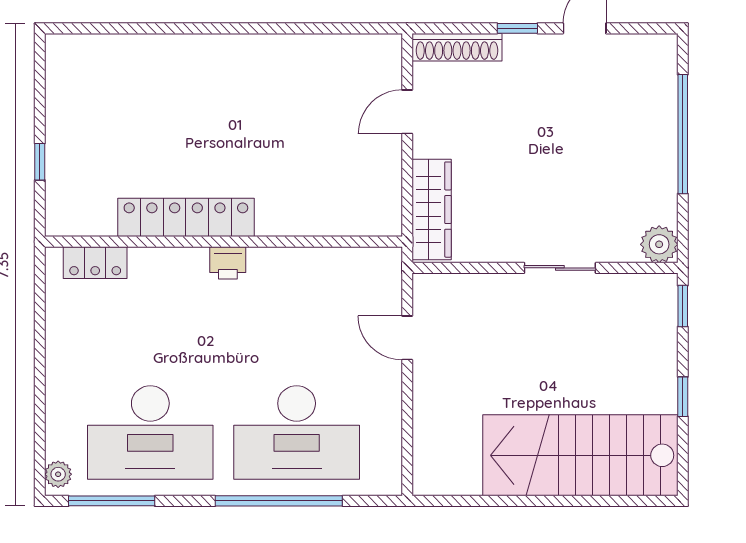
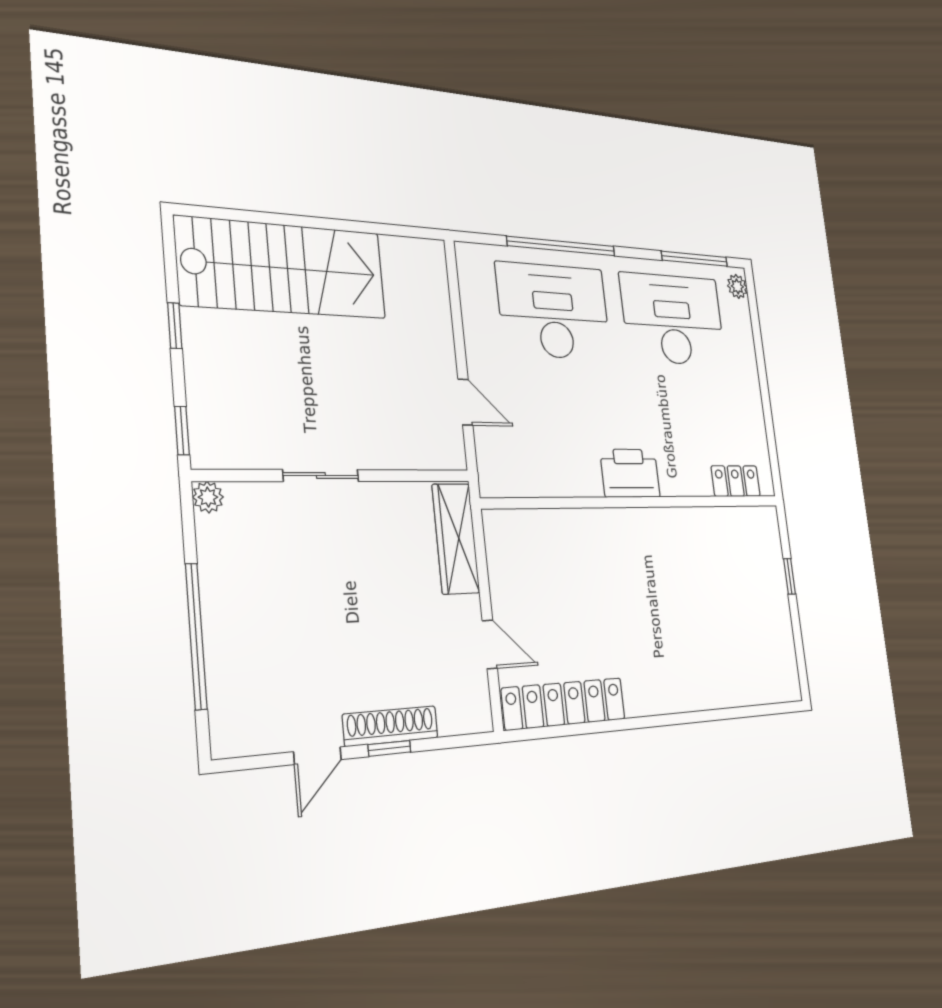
shoe rack: (457, 47) -> (391, 726), moved
door: (407, 112) -> (490, 644), hinge flipped
locker: (186, 217) -> (564, 704), moved, turned 180
plant: (659, 244) -> (208, 497), width x0.73, depth x0.73
printer: (228, 263) -> (630, 473), width x1.87, depth x1.48

